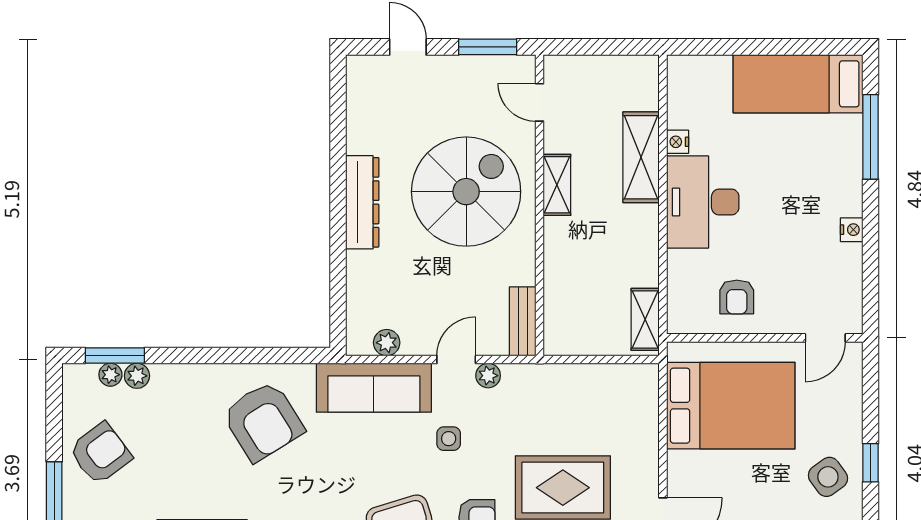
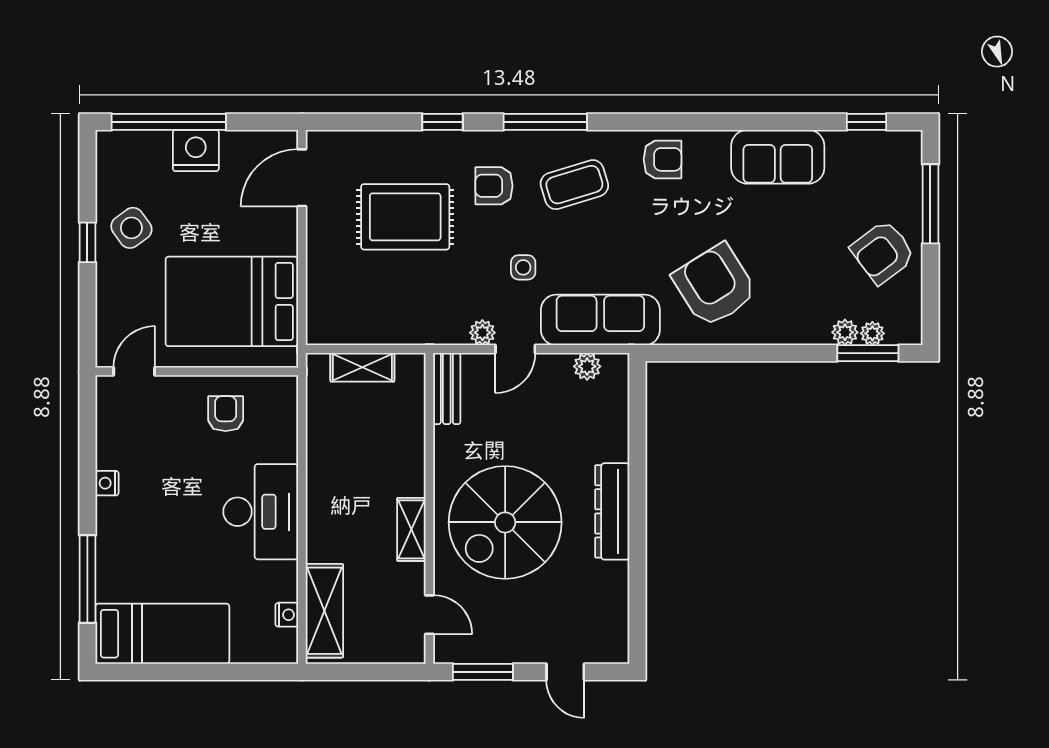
nightstand: (678, 142) -> (287, 615), moved
shelving: (641, 157) -> (324, 611), moved
shelving: (645, 319) -> (362, 367), moved, turned 90

